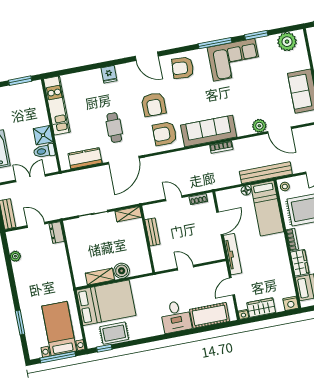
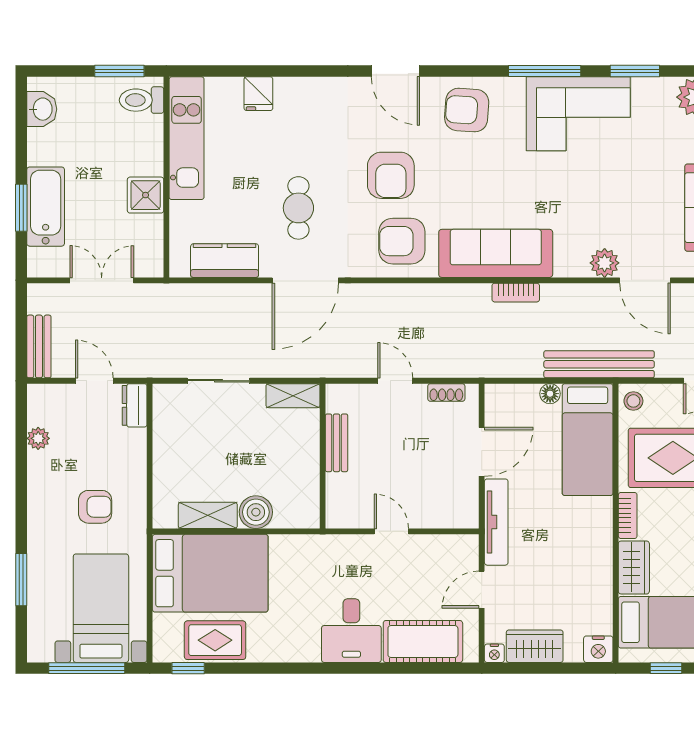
fridge: (109, 74) -> (258, 94), moved
toilet: (44, 151) -> (142, 100), moved
armchair: (47, 282) -> (95, 507), added

